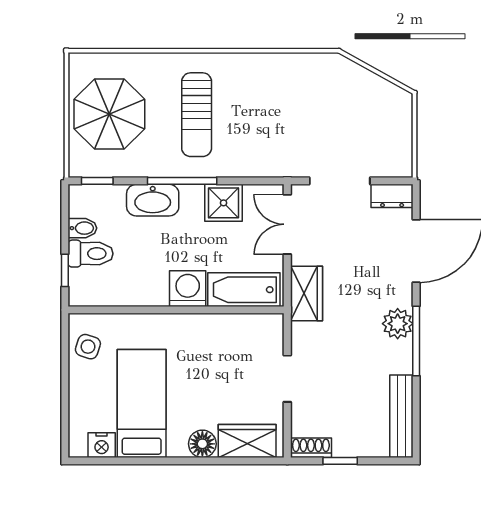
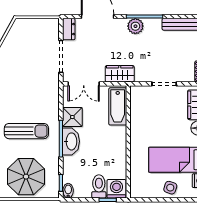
washbasin: (153, 200) -> (71, 141), moved
bidet: (82, 228) -> (68, 191), moved
washing machine: (188, 289) -> (116, 189), moved, turned 90
side table: (88, 347) -> (170, 188), moved

